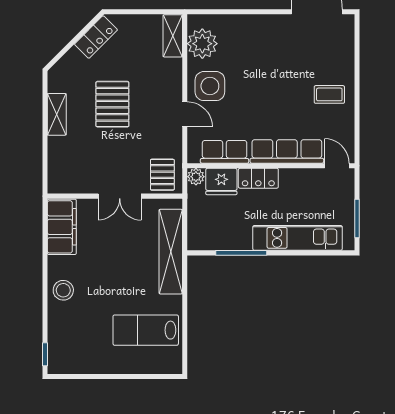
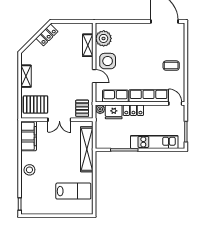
shelving: (173, 36) -> (88, 45), moved
pallet: (112, 104) -> (35, 104), moved, turned 90
lab bench: (146, 330) -> (73, 191), turned 180

